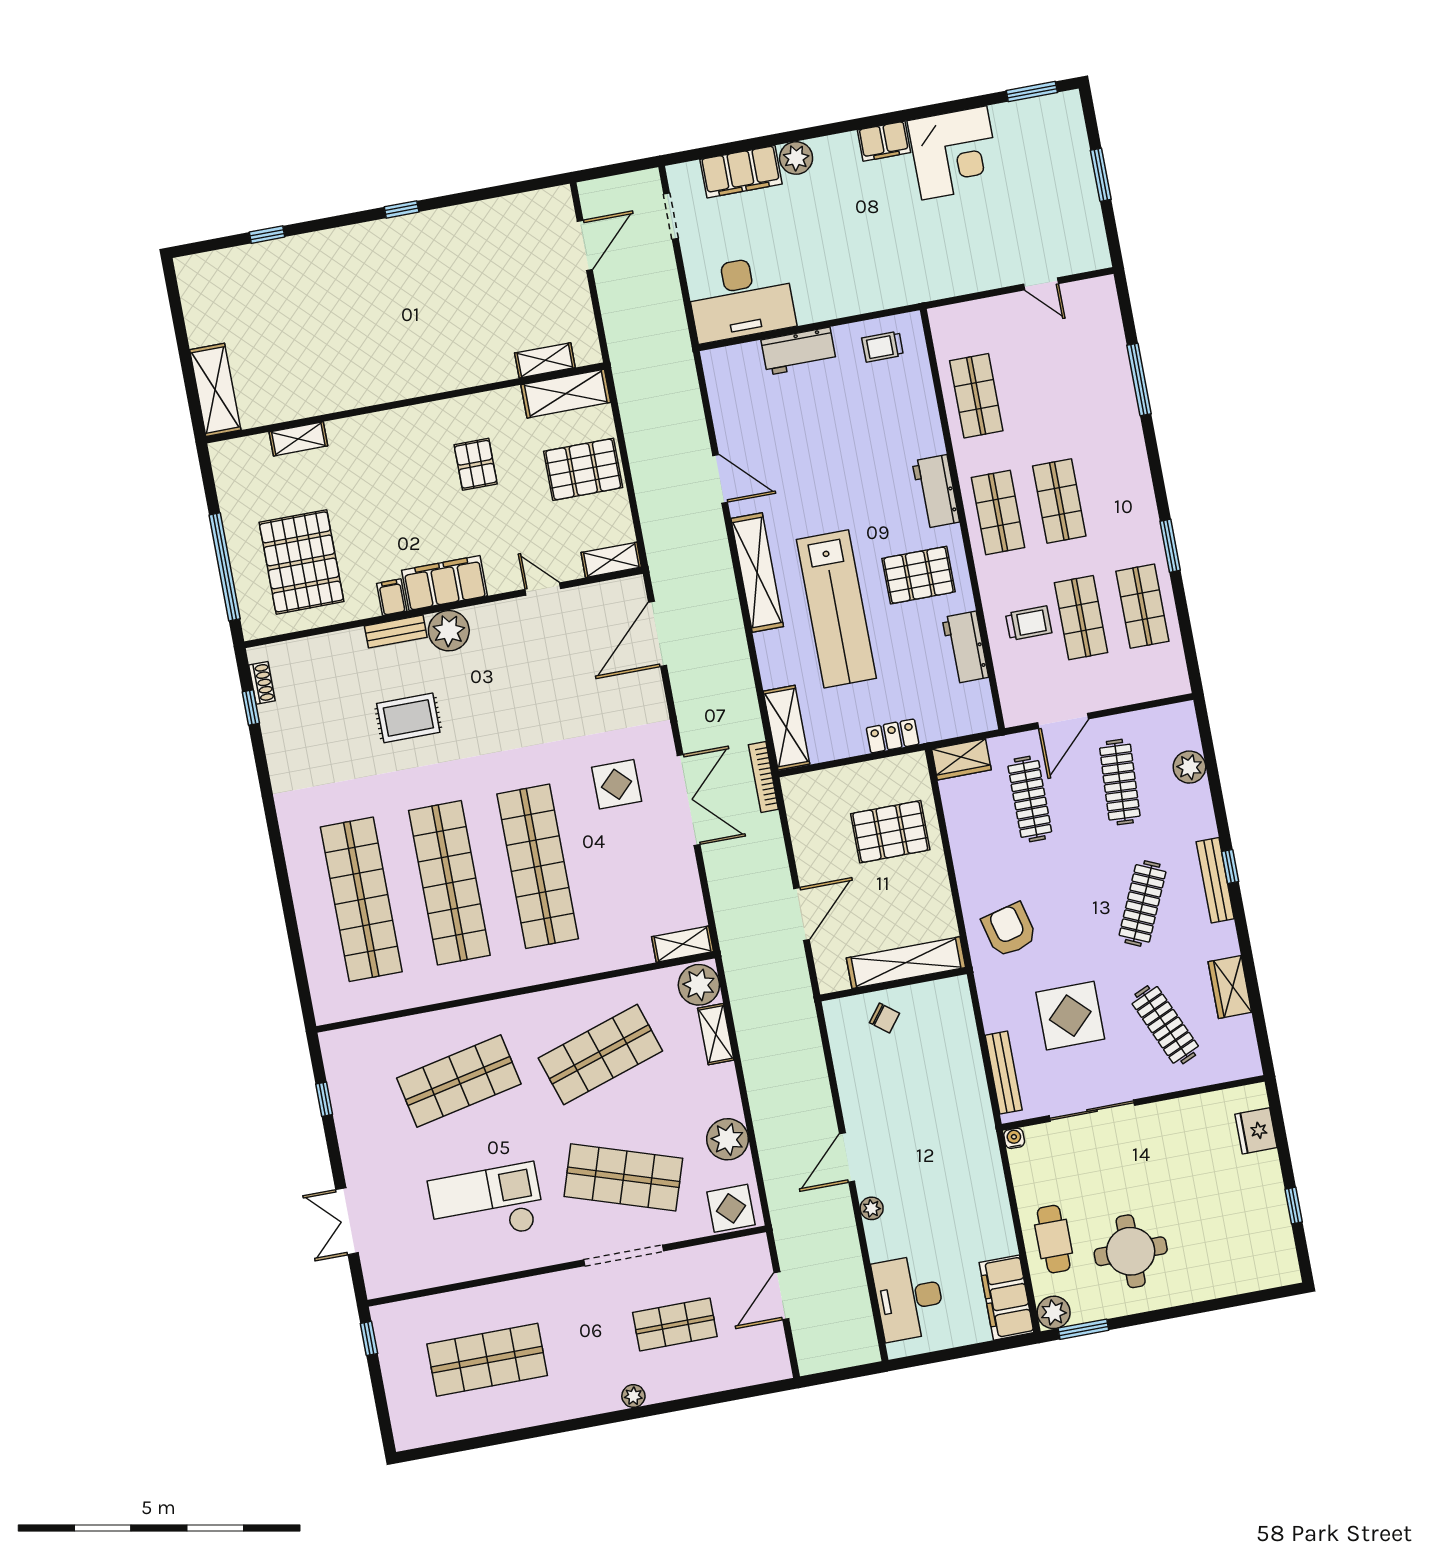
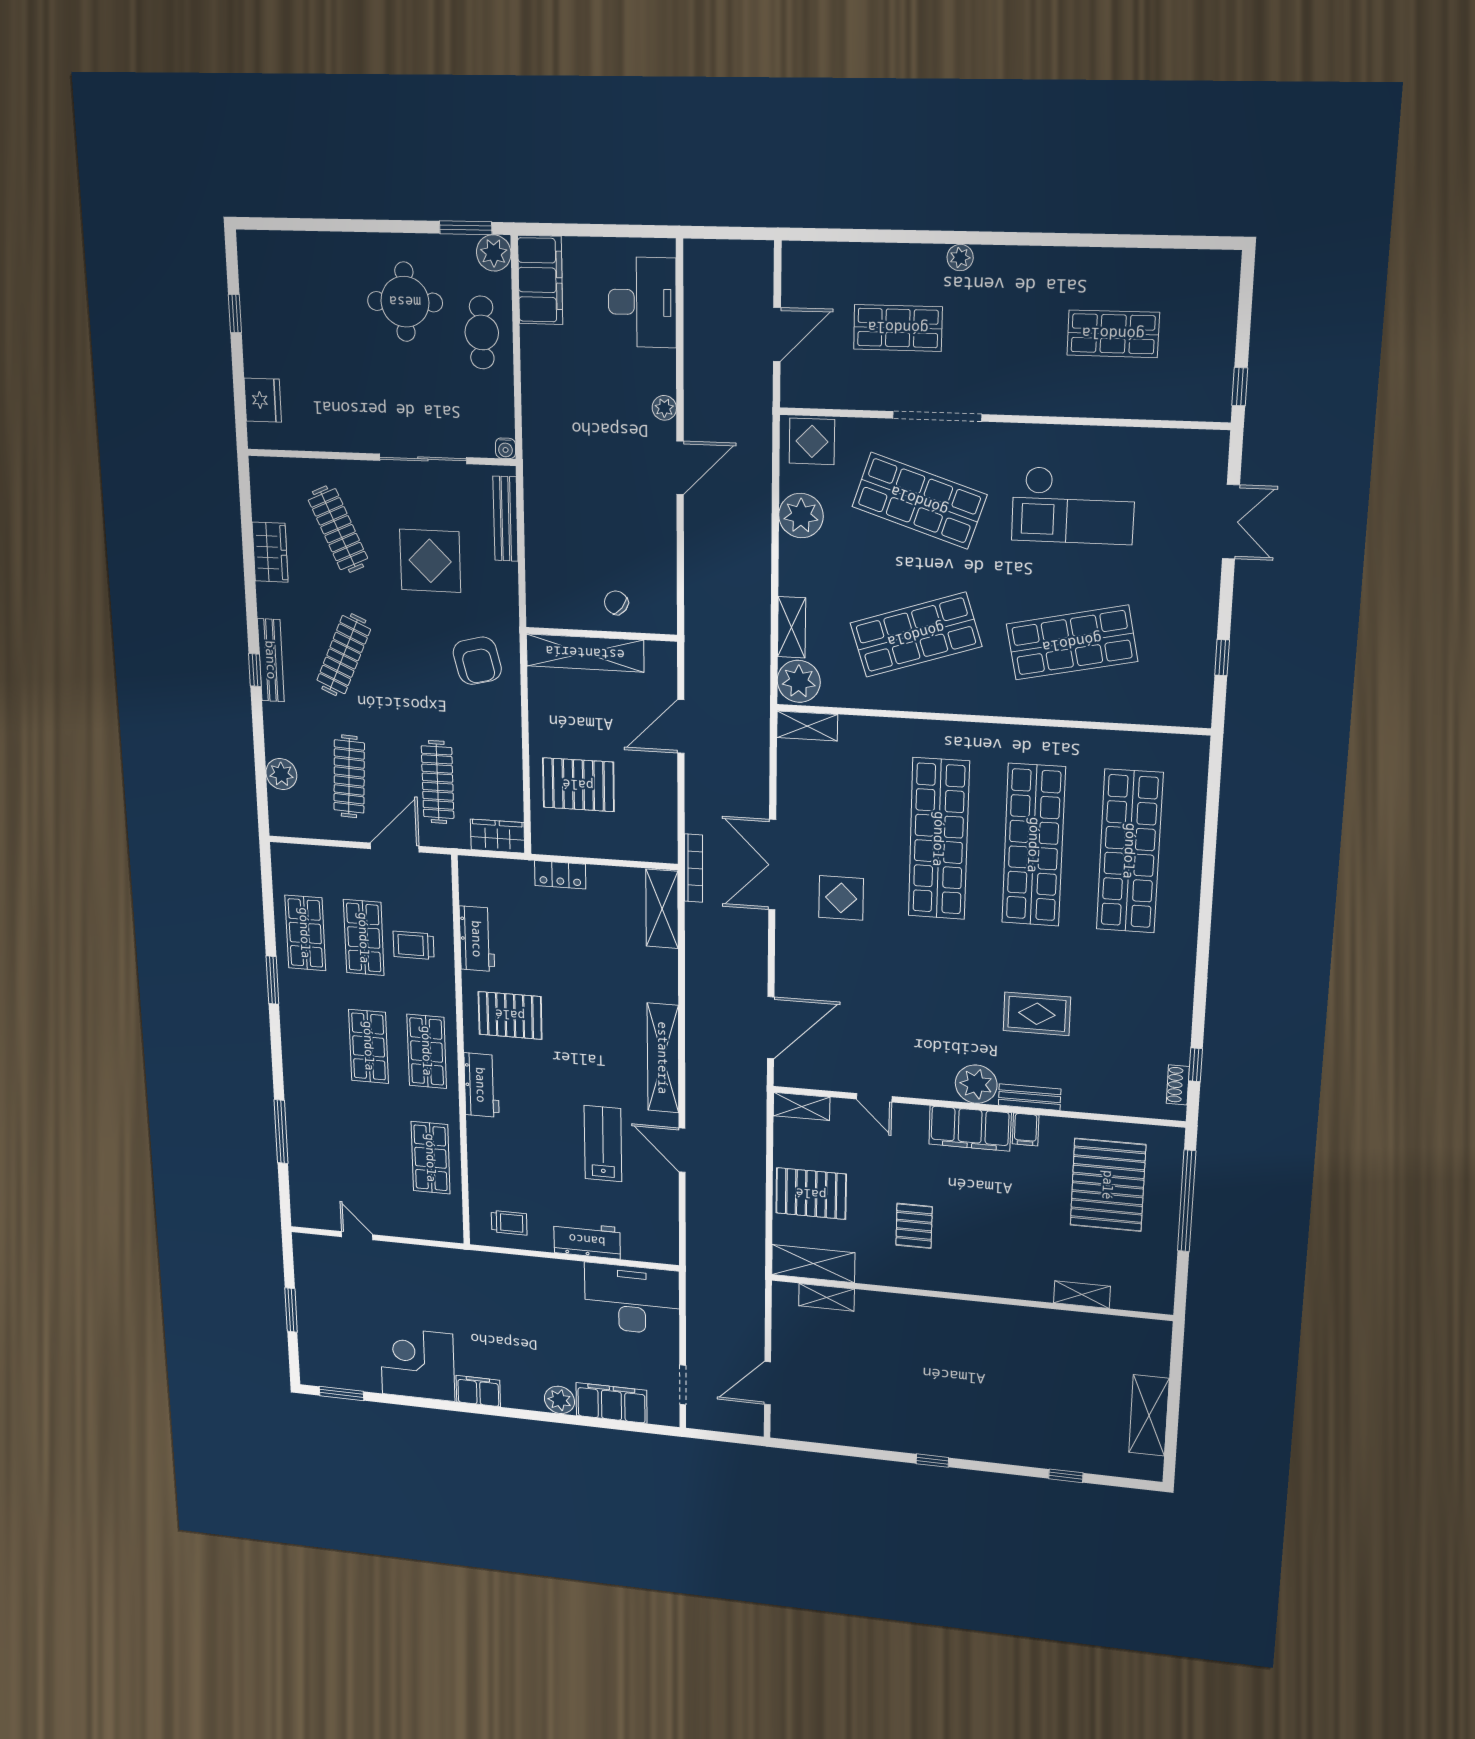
shelving: (215, 390) -> (1149, 1415), moved
lab bench: (836, 609) -> (603, 1144), moved, width x0.54, depth x0.72
shop shelf: (487, 1360) -> (1113, 334), width x0.70, depth x0.74

